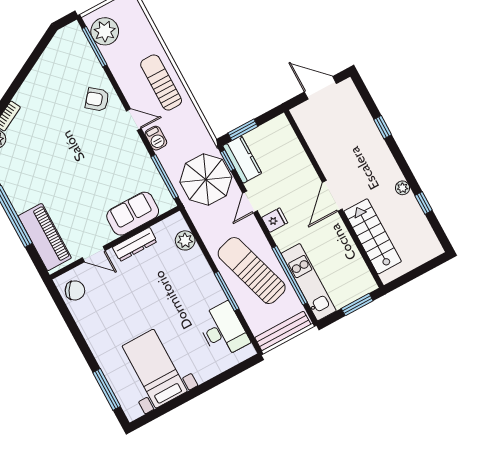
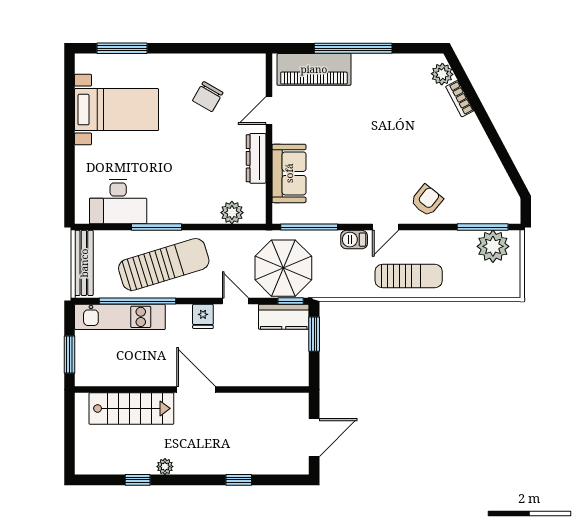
chair: (75, 290) -> (208, 97), moved

